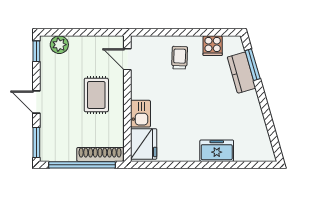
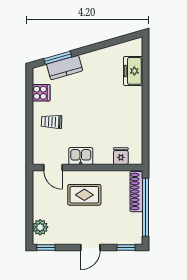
door: (127, 59) -> (53, 168), hinge flipped
kitchen sink: (140, 114) -> (81, 156), moved
window: (36, 142) -> (126, 247), width x0.67
fridge: (144, 144) -> (121, 156), width x0.53, depth x0.75
freezer: (217, 151) -> (133, 71), moved

